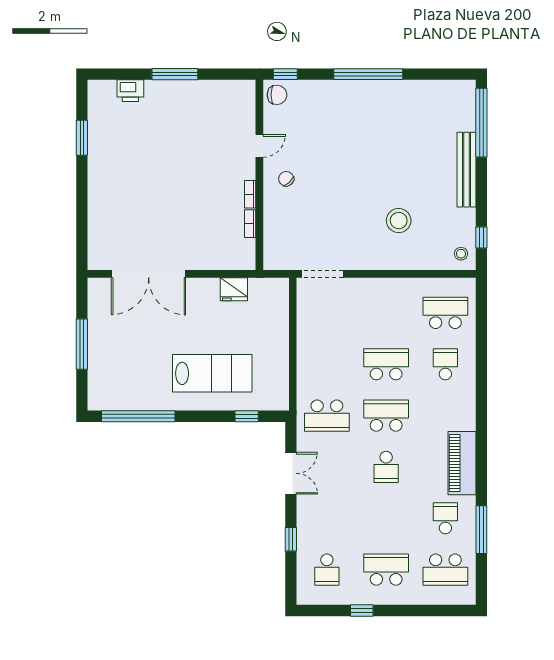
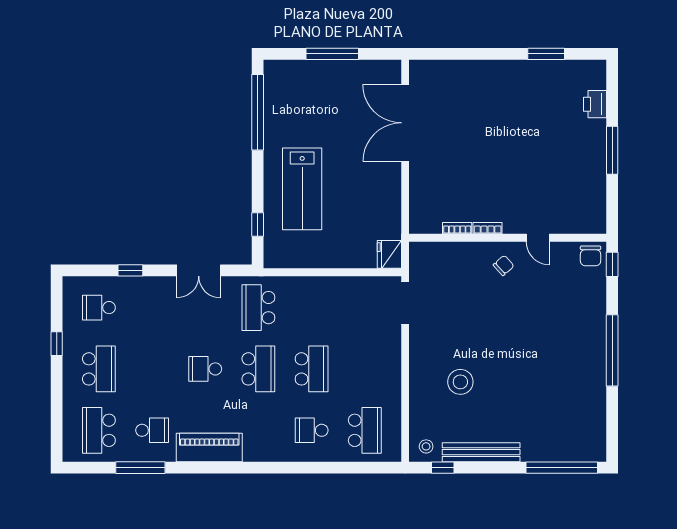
bench: (467, 170) -> (481, 452), moved
fridge: (234, 289) -> (389, 254), moved
school desk: (445, 364) -> (312, 430), turned 180

